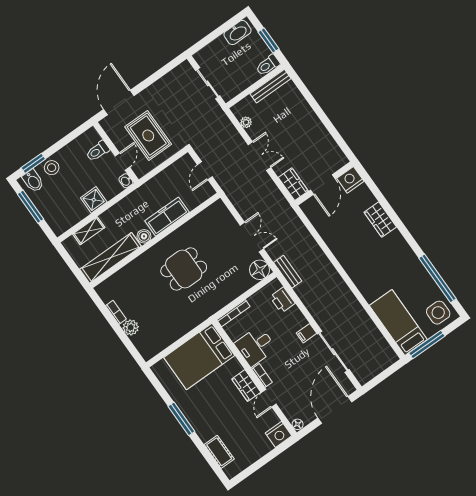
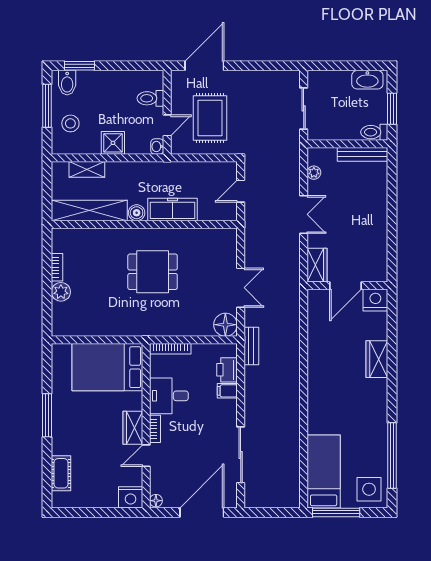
stool: (52, 168) -> (70, 123), moved
filing cabinet: (307, 333) -> (227, 391), moved

